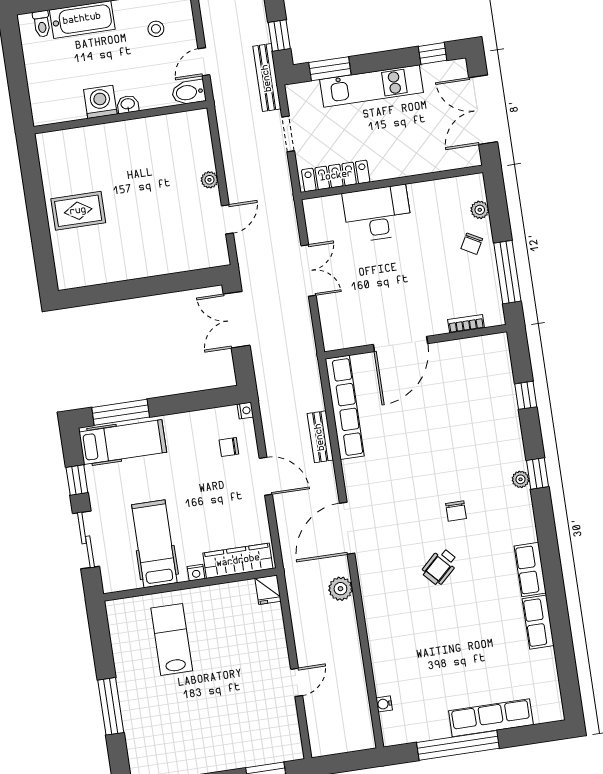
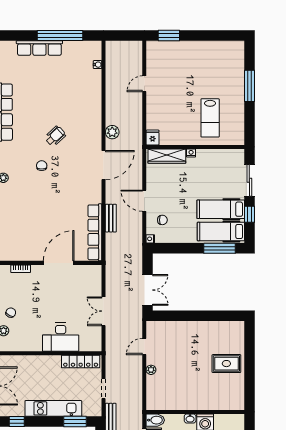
hospital bed: (154, 544) -> (221, 209), moved, turned 90

